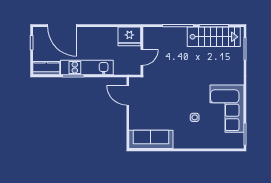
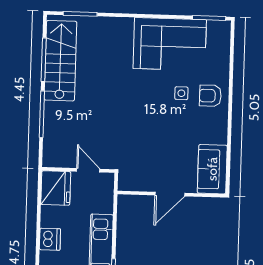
dishwasher: (95, 34) -> (50, 239), added
door: (128, 95) -> (170, 194), moved
armchair: (194, 137) -> (210, 96), added
sofa: (151, 139) -> (212, 169), width x0.73

